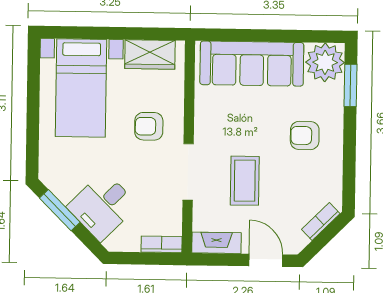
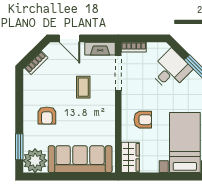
wardrobe: (150, 54) -> (130, 157), moved, turned 90
armchair: (305, 136) -> (47, 115), turned 90
doorway: (188, 172) -> (118, 73), moved
coffee table: (245, 181) -> (83, 87), width x0.73, depth x0.77

